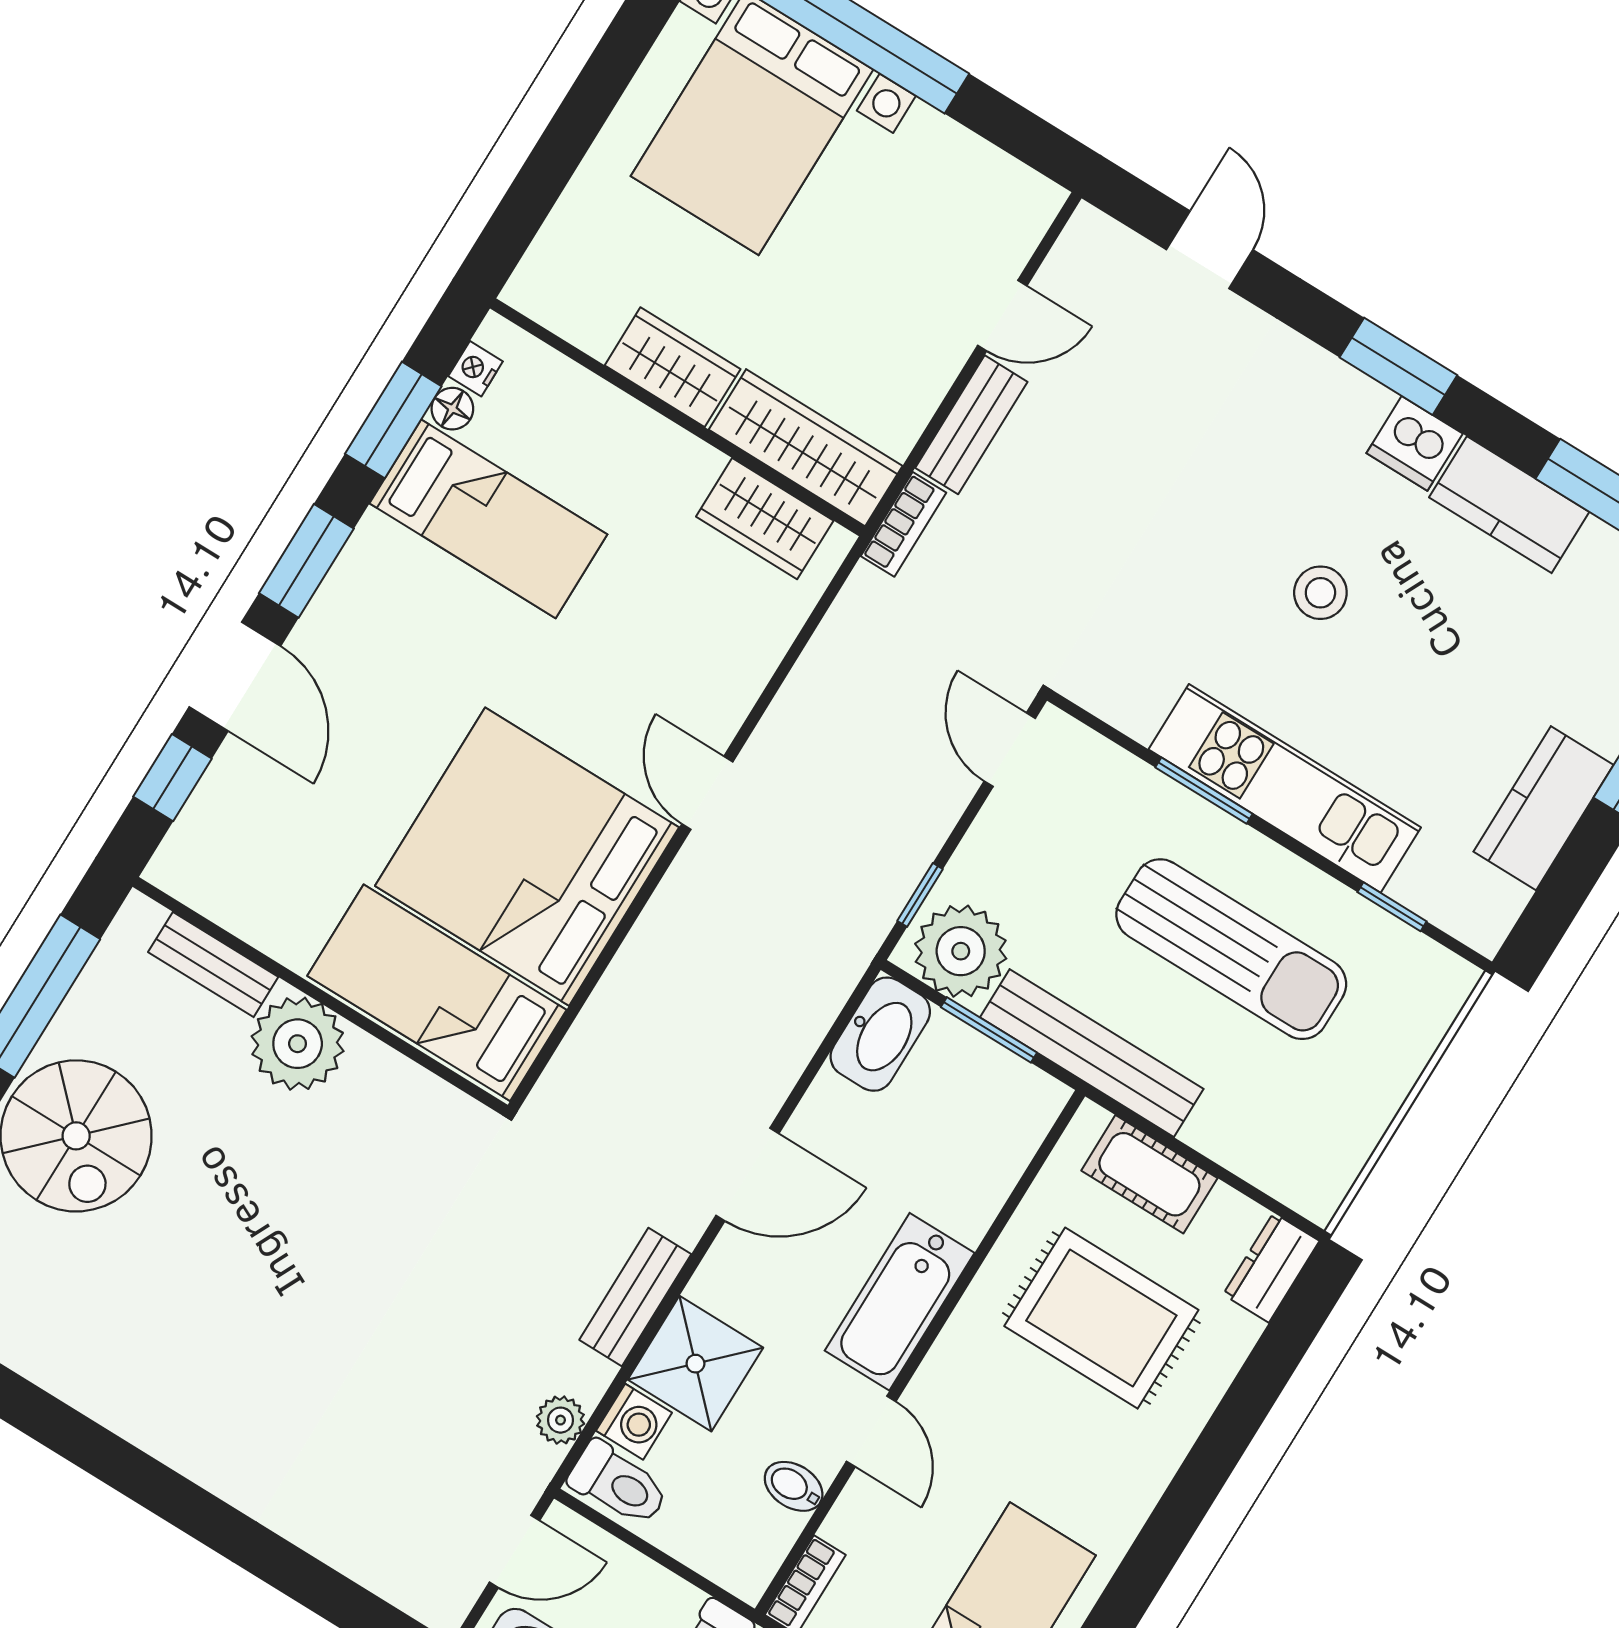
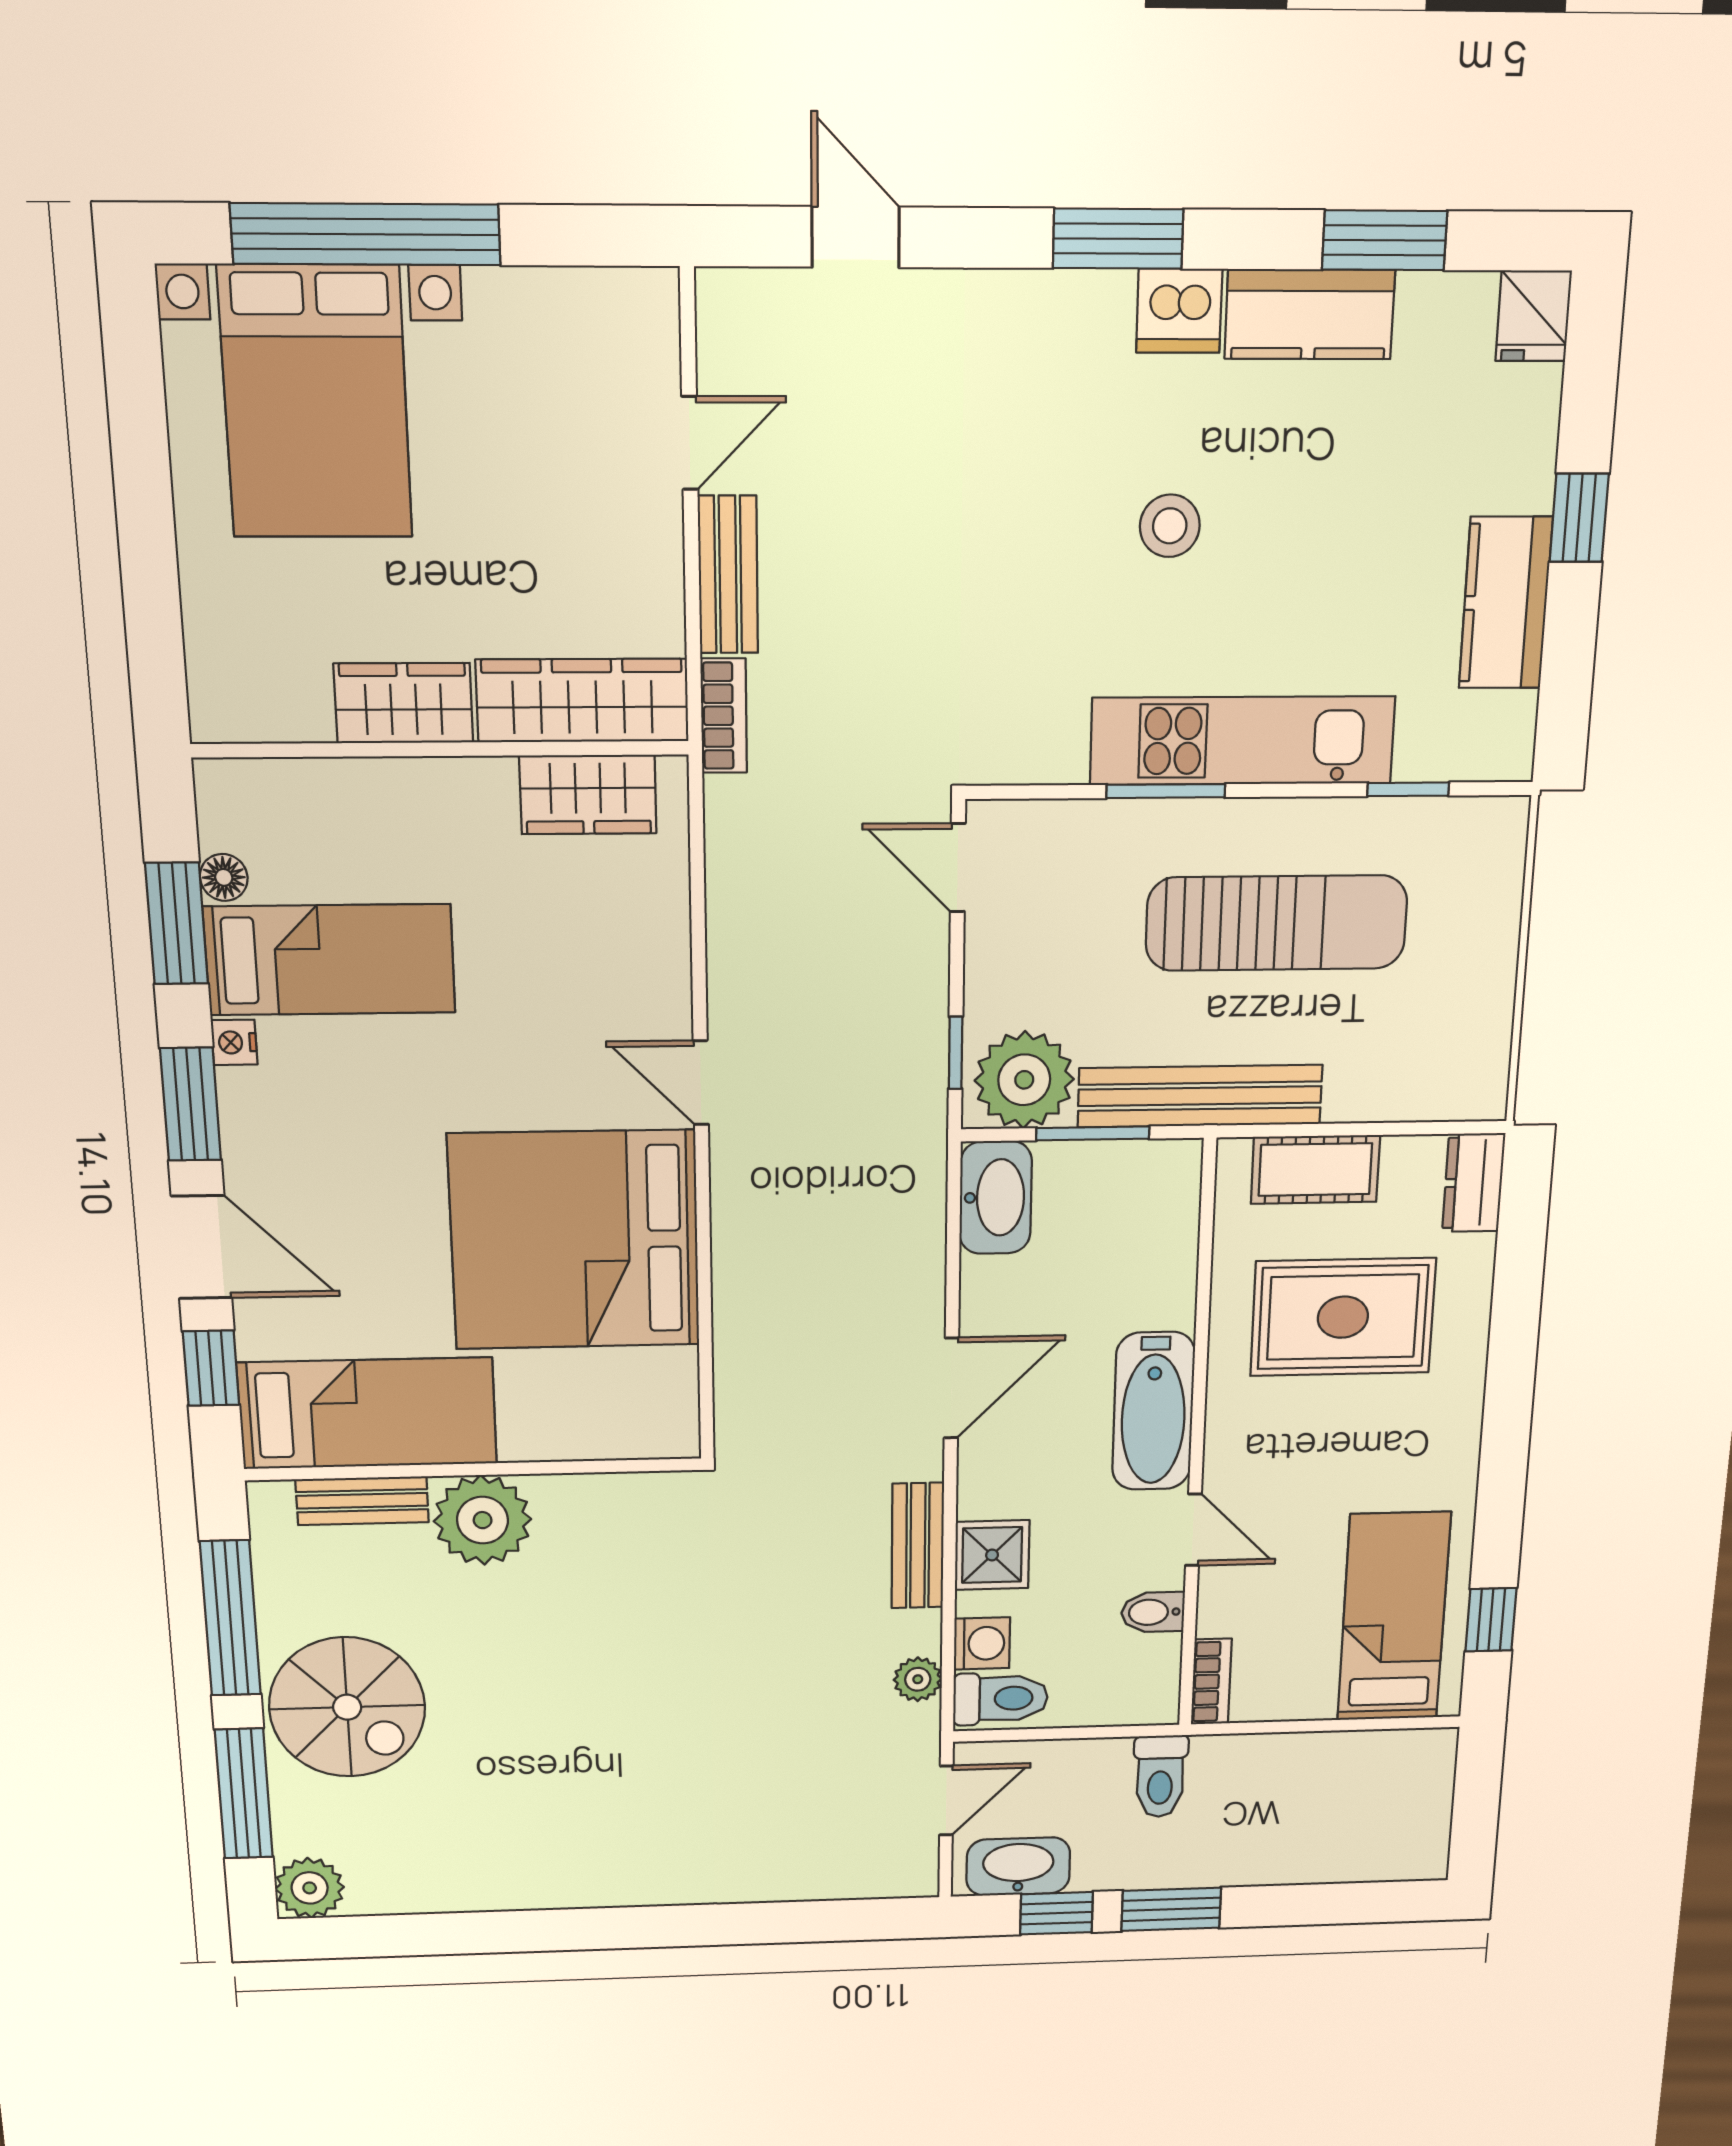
nightstand: (476, 369) -> (234, 1042), moved
bed: (437, 993) -> (368, 1413), moved, turned 180
shower: (695, 1364) -> (992, 1555), width x0.73, depth x0.73

